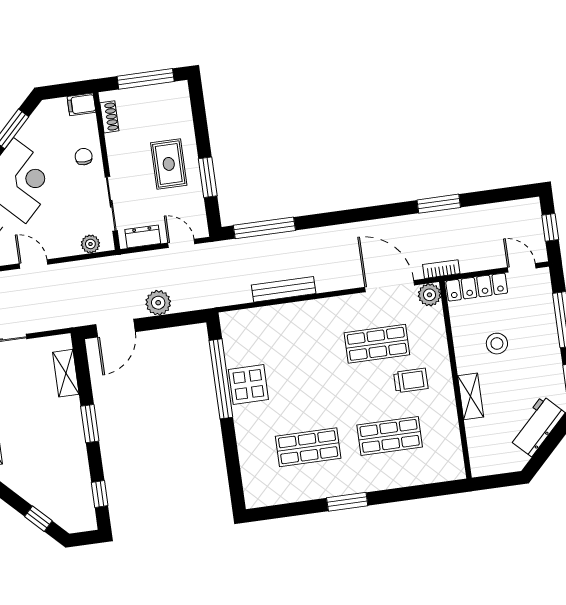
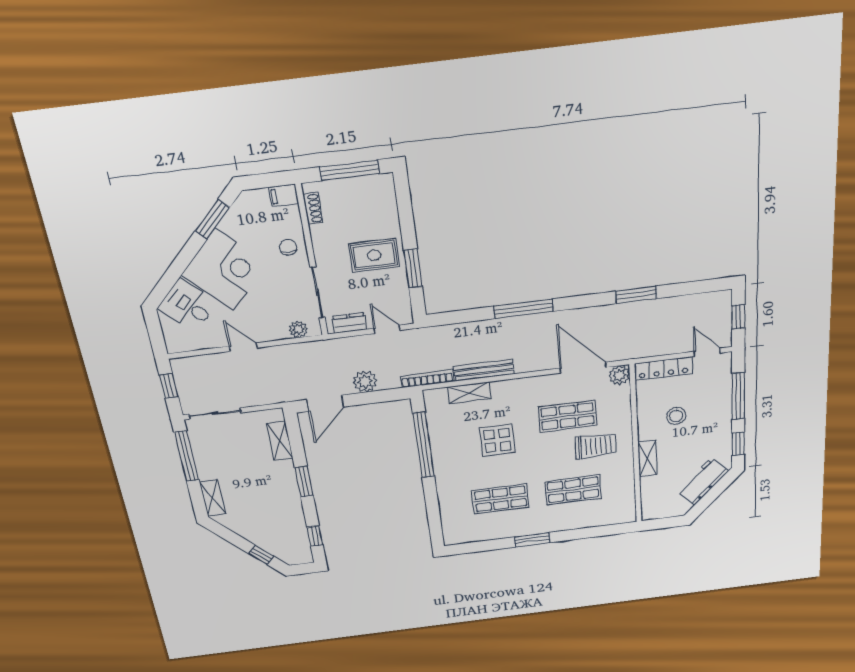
rug: (169, 164) -> (374, 255), turned 90
window: (264, 228) -> (523, 309), moved
bookcase: (441, 269) -> (427, 379), moved, width x1.56
shelving: (269, 316) -> (469, 393), added
trolley: (411, 380) -> (596, 446), width x1.36, depth x1.39
display table: (248, 385) -> (497, 440), moved

